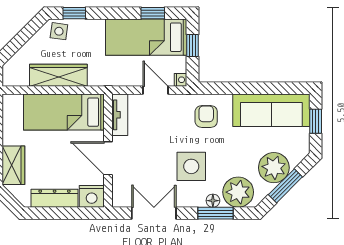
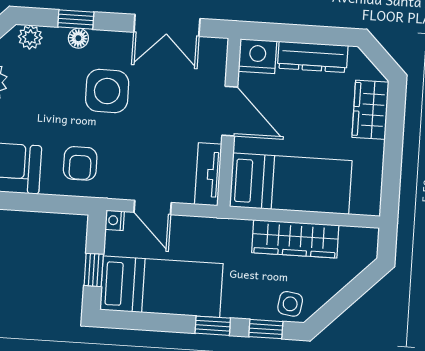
window: (153, 13) -> (213, 326), moved
plant: (238, 192) -> (30, 37), width x0.53, depth x0.53
window: (215, 213) -> (76, 19), width x0.67

